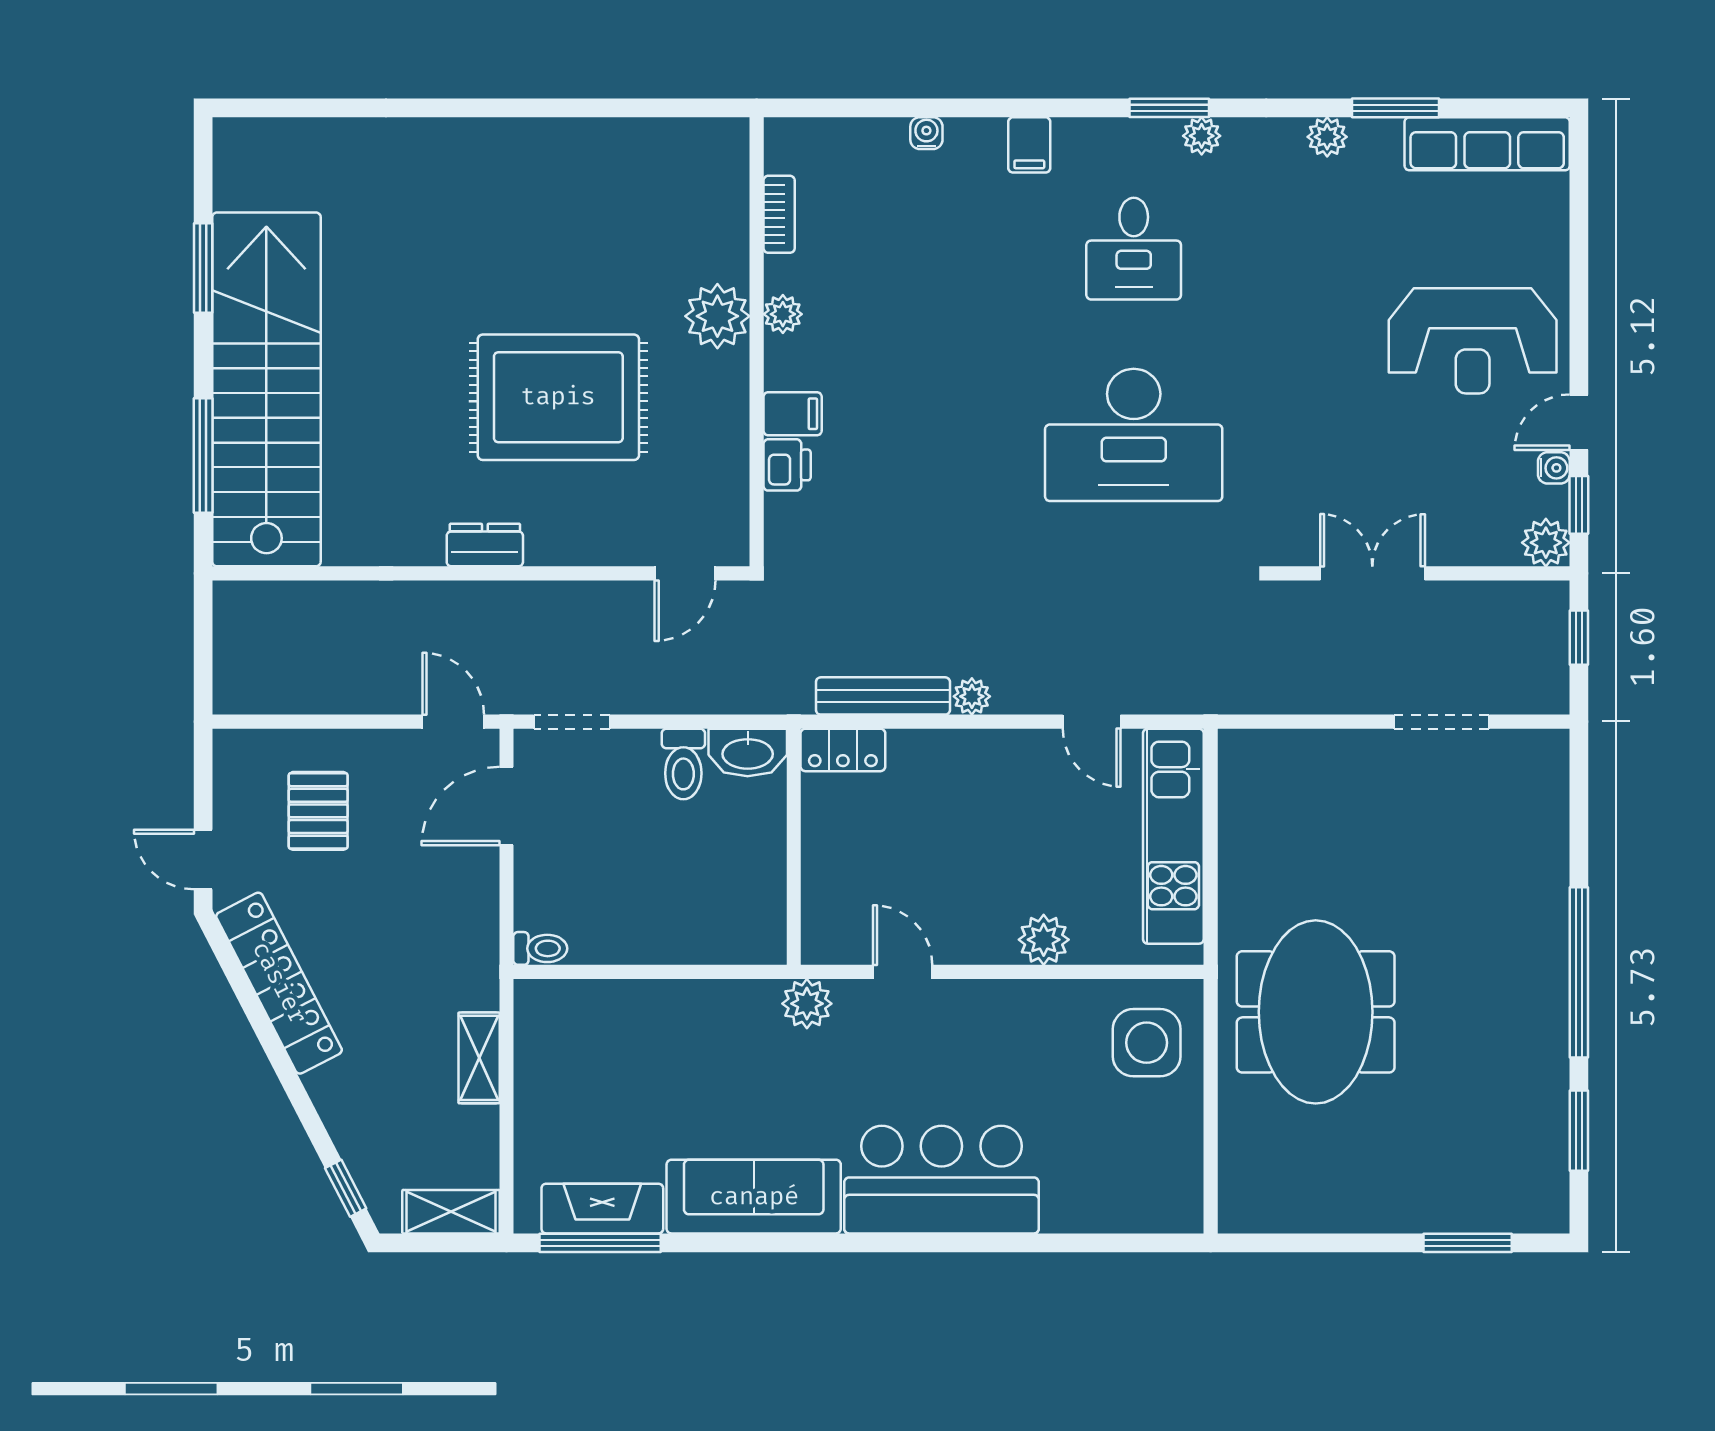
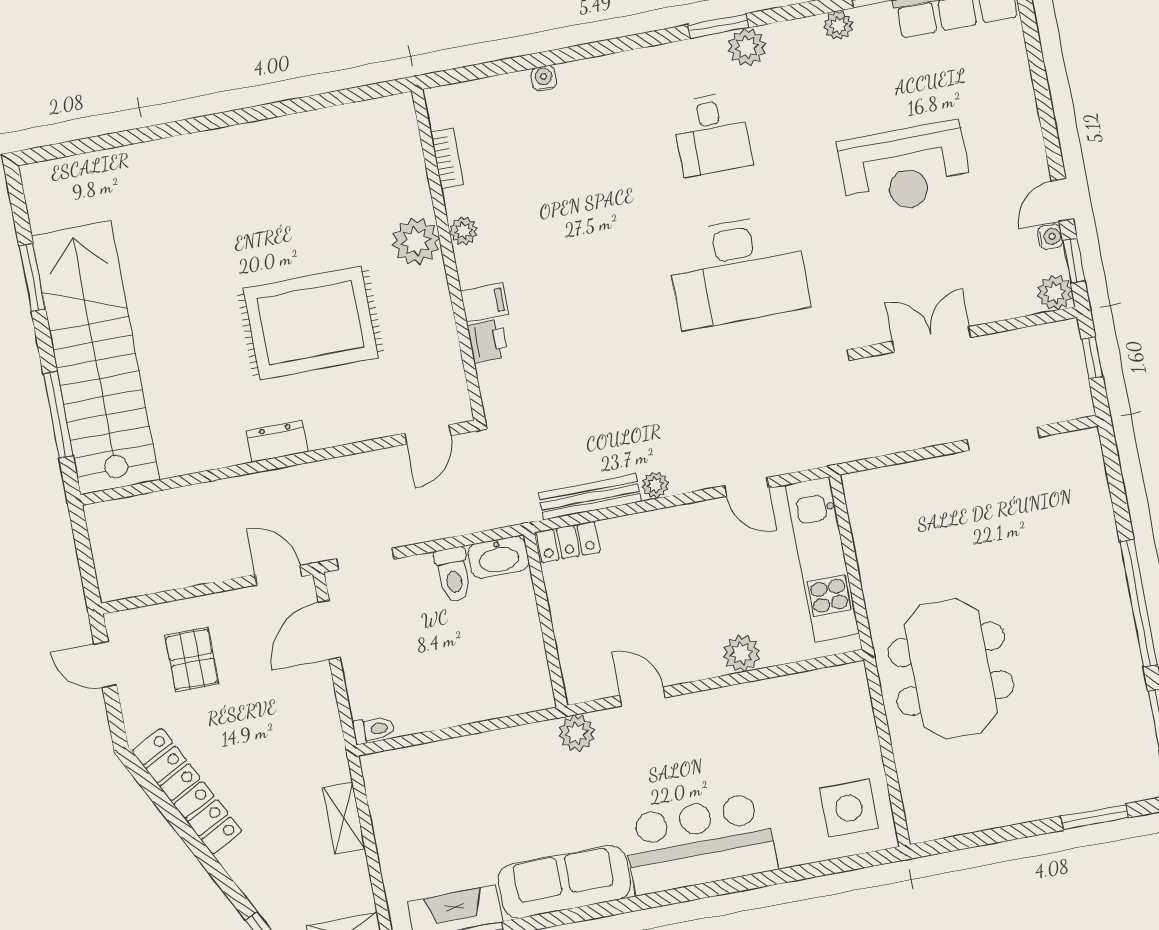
plant: (1202, 136) -> (747, 47), width x1.38, depth x1.38
filing cabinet: (1029, 145) -> (621, 73), removed
reception desk: (1473, 341) -> (905, 169), moved
door: (203, 859) -> (105, 665), moved
side table: (1147, 1043) -> (849, 808), moved

